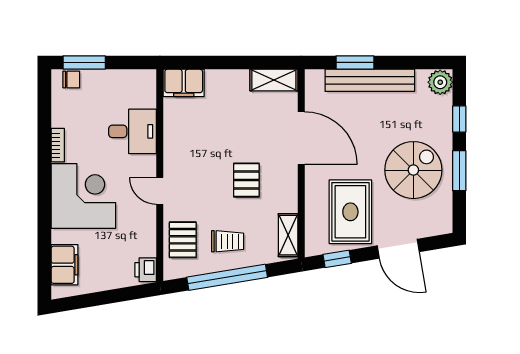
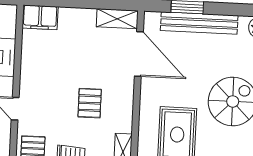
door: (301, 138) -> (139, 54), moved

